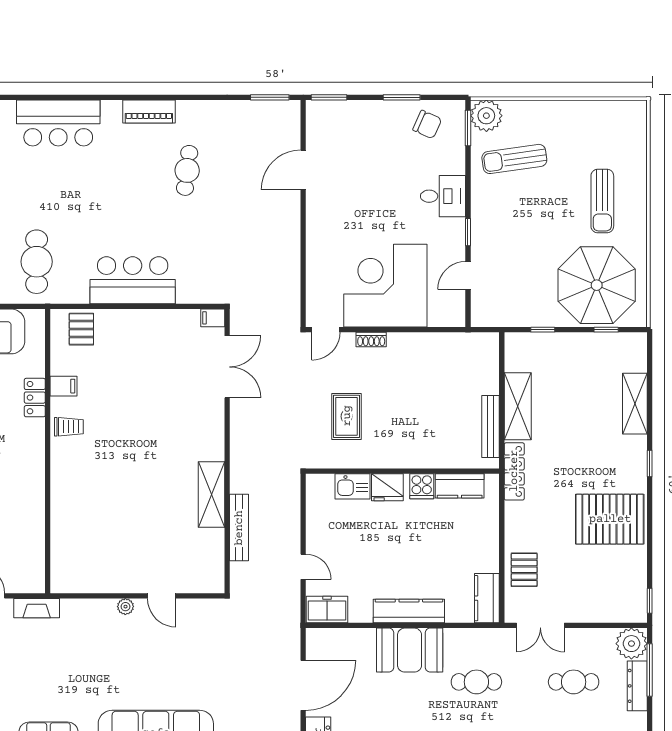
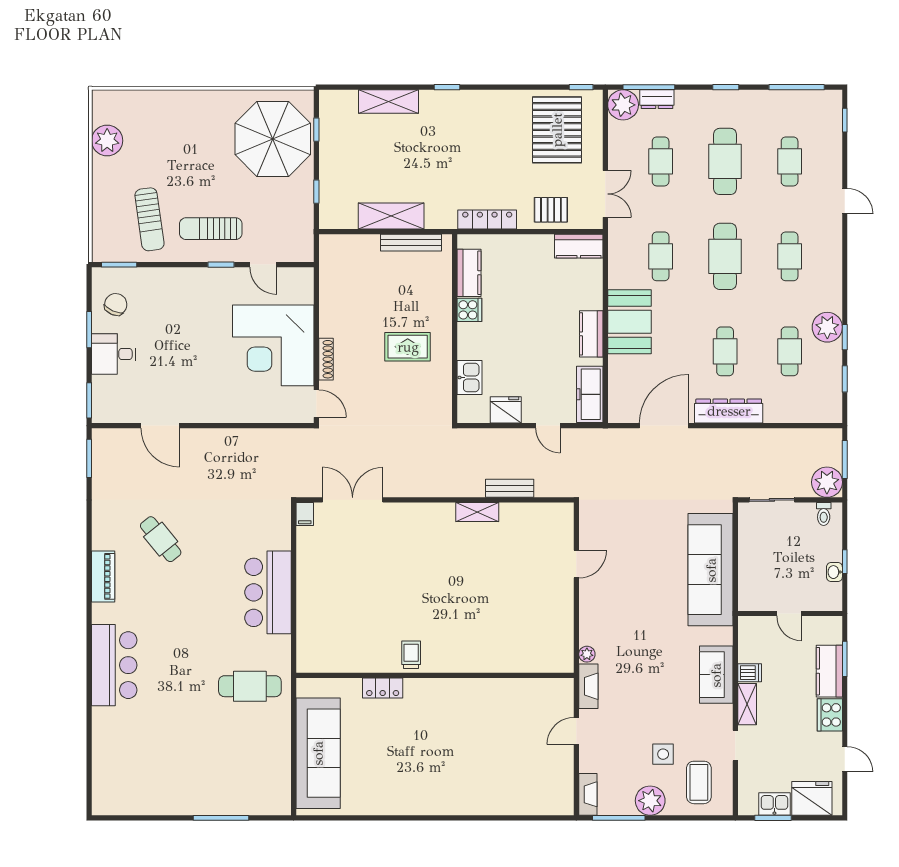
plant: (486, 116) -> (107, 141), moved
cafe table: (187, 170) -> (161, 539), turned 44
desk: (443, 196) -> (114, 354), moved, turned -90
sun lounger: (602, 201) -> (211, 229), moved, turned 180
pallet: (81, 329) -> (316, 642), removed
shoe rack: (371, 340) -> (326, 359), width x1.43
filing cabinet: (63, 386) -> (371, 660), removed
rug: (347, 416) -> (408, 347), moved
locker: (514, 471) -> (487, 219), moved
fridge: (387, 487) -> (506, 410), moved, turned -90
shelving: (211, 494) -> (477, 512), width x0.67, depth x0.75
pallet: (610, 519) -> (557, 130), moved
bench: (239, 528) -> (510, 488), width x0.73
door: (303, 567) -> (548, 426), swing flipped
plant: (125, 607) -> (587, 654), moved
freezer: (327, 609) -> (590, 394), width x1.40
kitchen counter: (409, 611) -> (591, 334), width x0.67
door: (303, 685) -> (664, 426), hinge flipped
dresser: (637, 686) -> (657, 99), width x0.70

